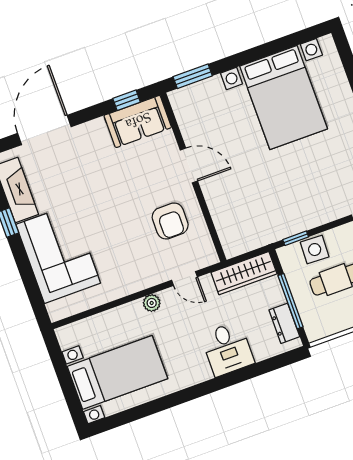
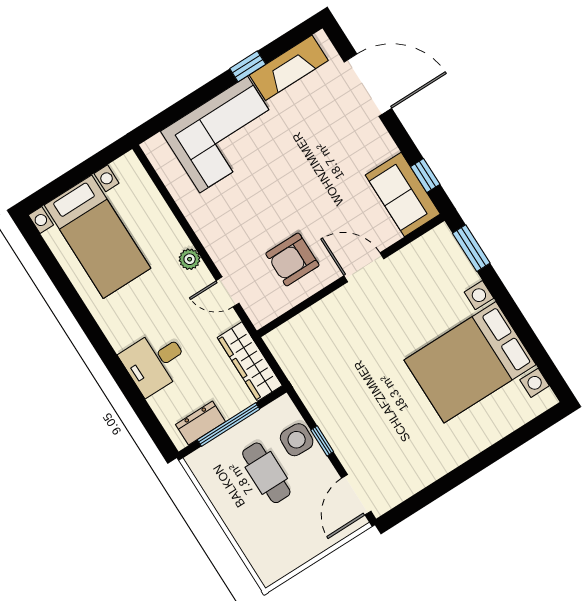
door: (189, 165) -> (364, 267), swing flipped
window: (296, 238) -> (322, 441), moved
door: (185, 278) -> (228, 292), hinge flipped

